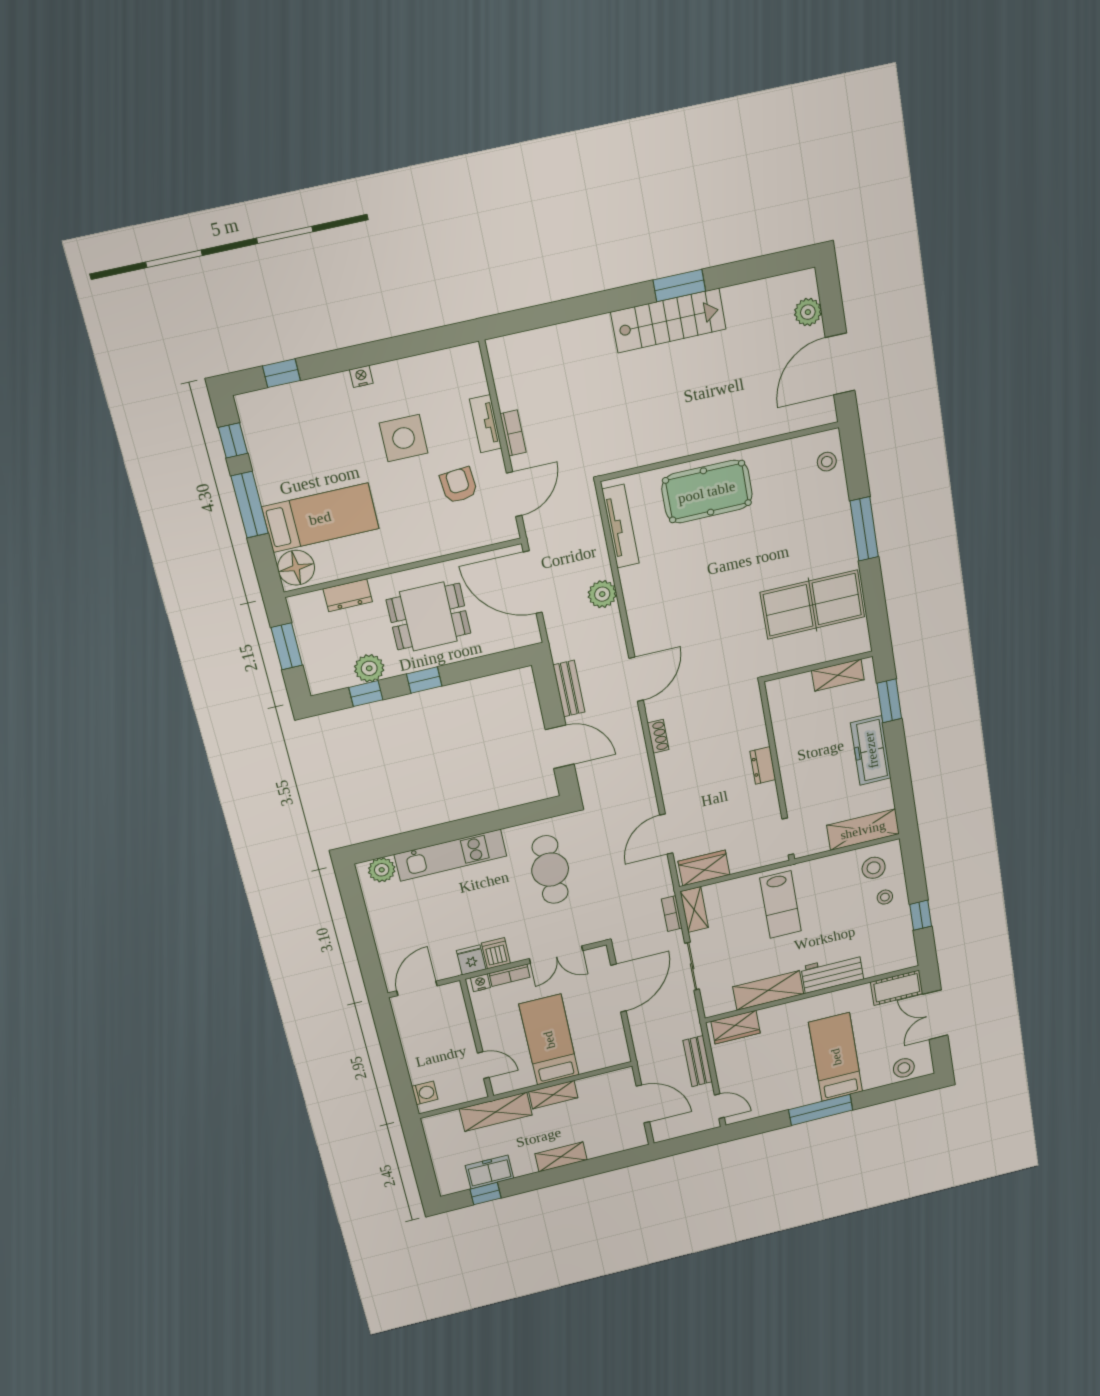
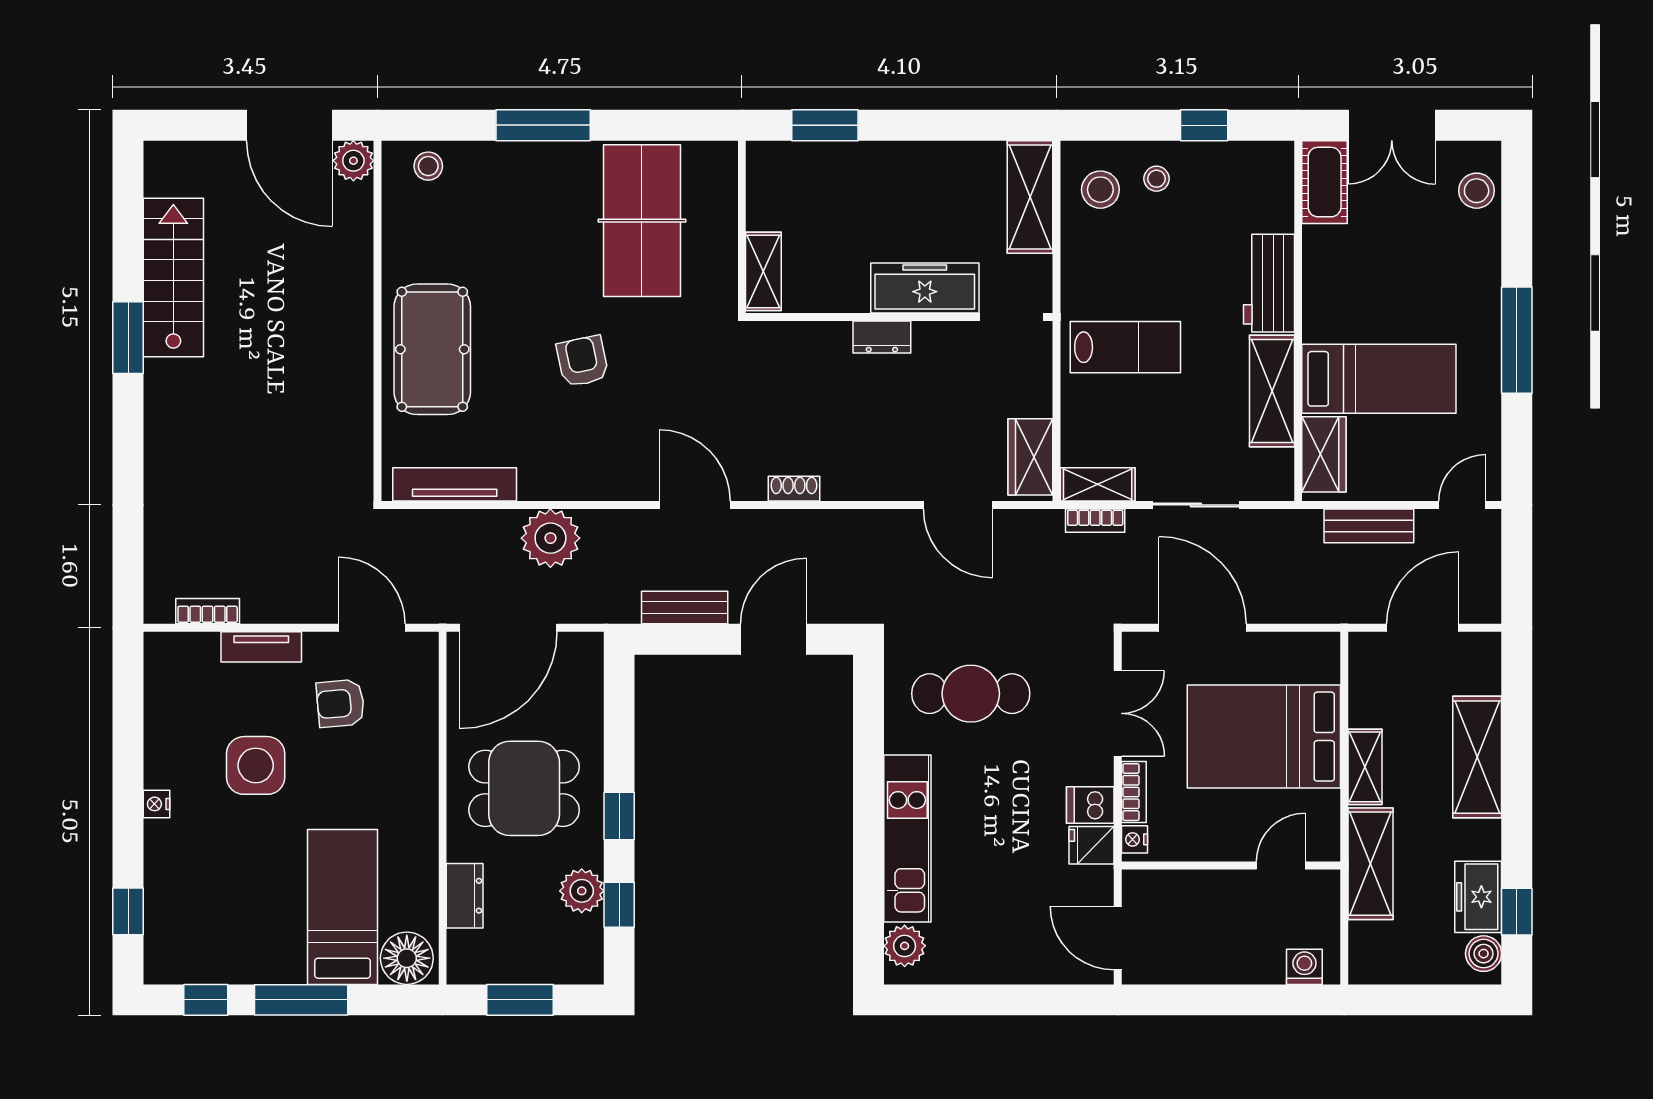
plant: (808, 312) -> (353, 161), moved
stairs: (668, 321) -> (173, 277), moved
bookcase: (513, 433) -> (208, 611), moved
armchair: (716, 589) -> (583, 361), added
plant: (602, 594) -> (550, 538), width x1.36, depth x1.36
dining table: (429, 617) -> (524, 788), turned 90
shelving: (838, 675) -> (763, 271), moved
freezer: (871, 750) -> (925, 288), moved, turned 180
bed: (549, 1040) -> (1264, 737), width x1.50
bed: (836, 1057) -> (1379, 379), moved, turned 180
shelving: (561, 1157) -> (1477, 757), width x1.50, depth x1.33
boiler: (456, 1183) -> (1484, 954), added

